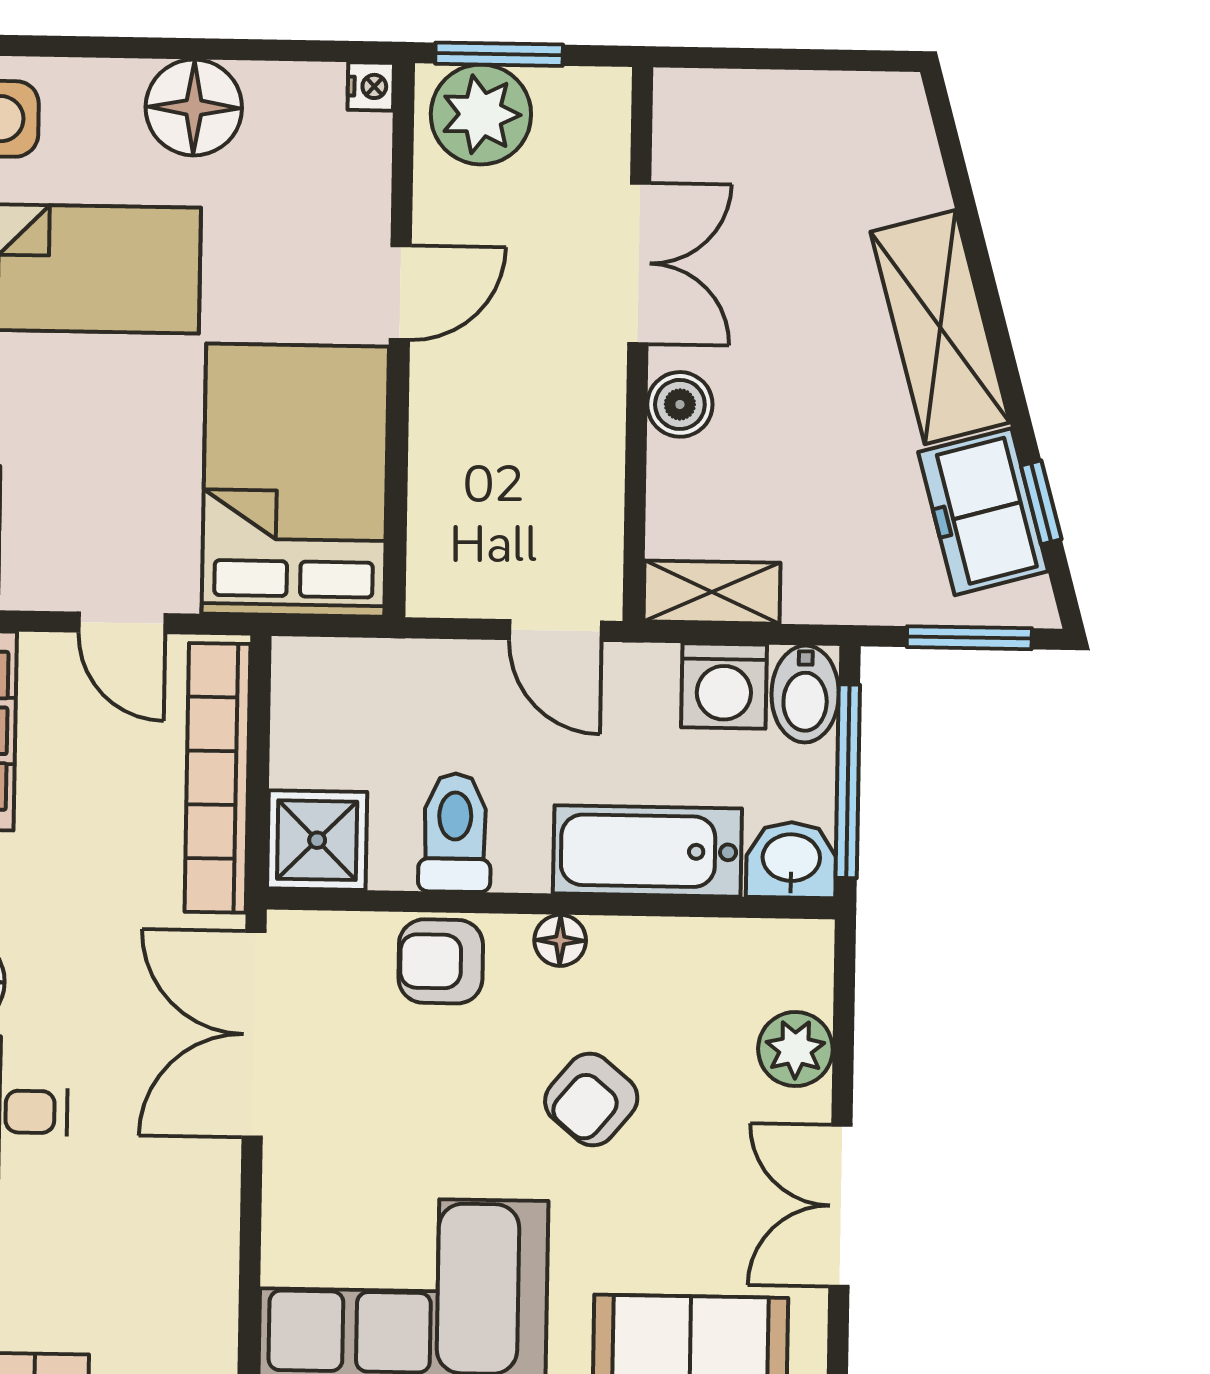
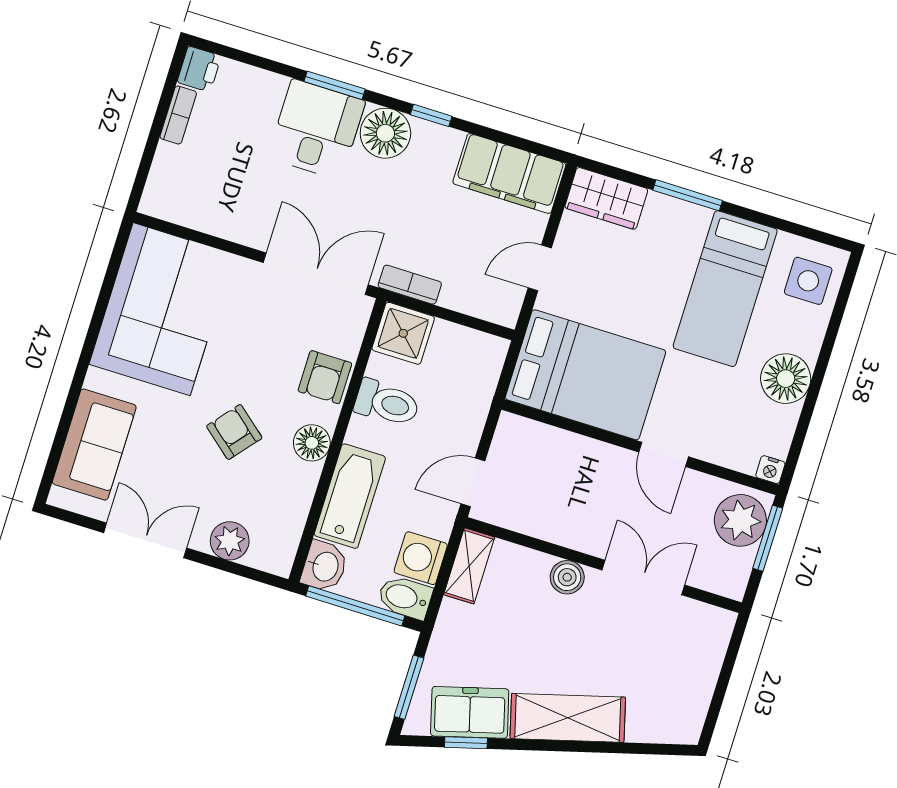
double door: (639, 263) -> (643, 578), swing flipped
bookcase: (217, 778) -> (410, 285), width x0.43, depth x0.76
floor lamp: (560, 940) -> (312, 443), width x1.37, depth x1.37
armchair: (441, 961) -> (325, 377), turned 180

